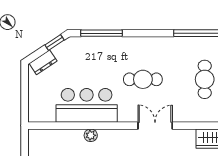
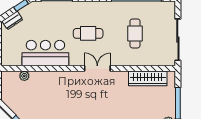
plant: (91, 135) -> (24, 76), moved

